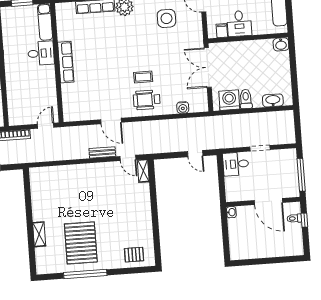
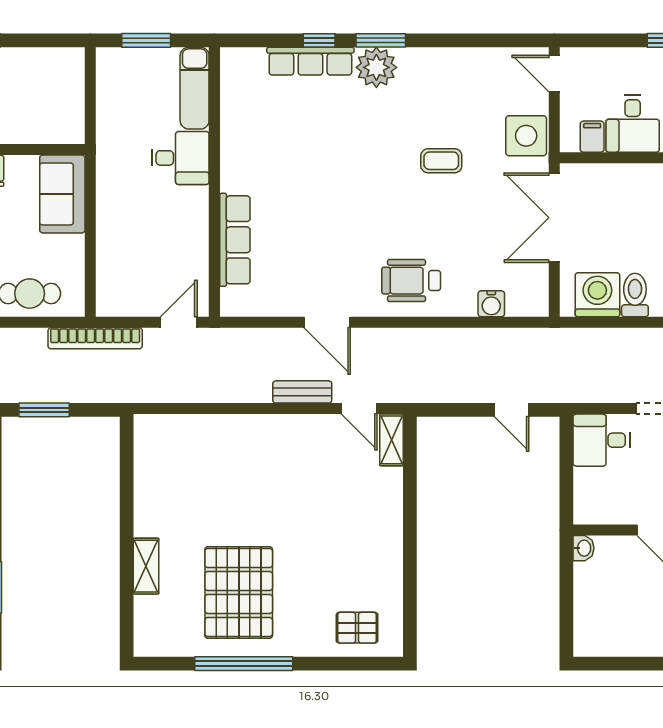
side table: (166, 18) -> (526, 136), moved
row of seats: (66, 62) -> (235, 240), moved
coffee table: (143, 77) -> (441, 161), moved

